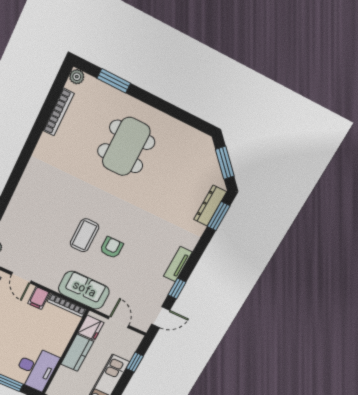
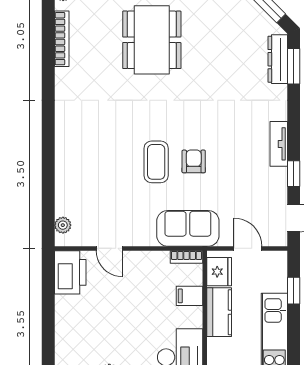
filing cabinet: (39, 298) -> (189, 296), moved, turned 90
bookcase: (67, 305) -> (187, 257), width x0.64

